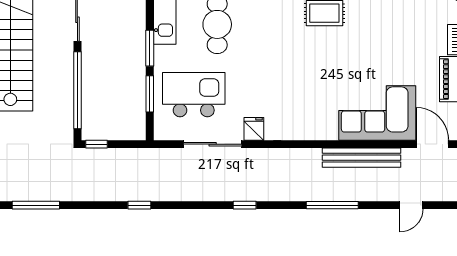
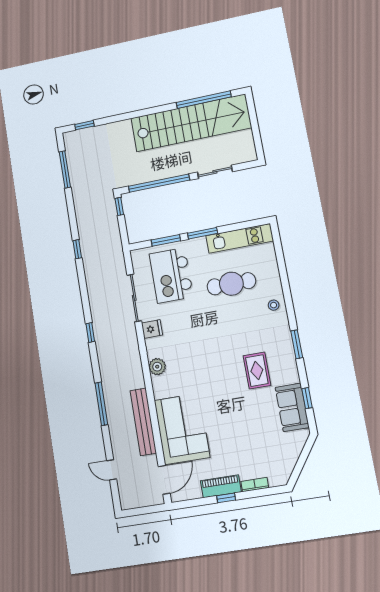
kitchen island: (194, 95) -> (171, 275), turned 180
plant: (300, 130) -> (157, 367), added

